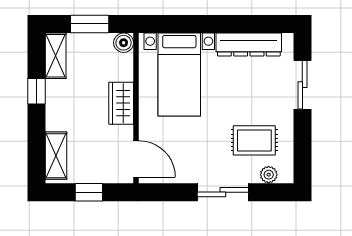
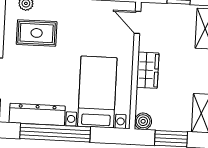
window: (227, 24) -> (55, 133), added
door: (136, 159) -> (138, 22), width x0.73

